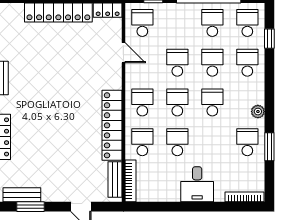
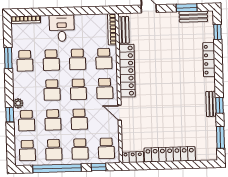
school desk: (177, 23) -> (80, 149), added
window: (269, 39) -> (10, 115), moved
door: (123, 53) -> (120, 113), moved
plant: (258, 112) -> (18, 103), moved
school desk: (212, 142) -> (51, 60), added

